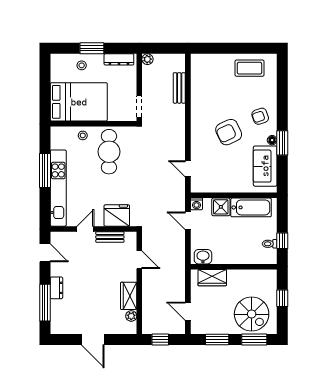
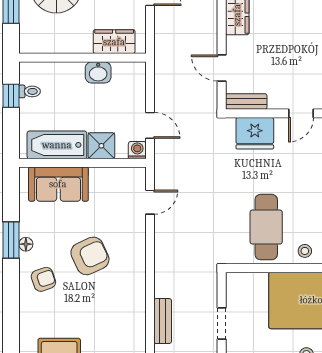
doorway: (139, 106) -> (222, 324), moved
sofa: (265, 166) -> (58, 184), moved, turned 90
door: (188, 169) -> (150, 202), hinge flipped
bench: (110, 237) -> (246, 101), moved
washbasin: (203, 257) -> (98, 72), moved

